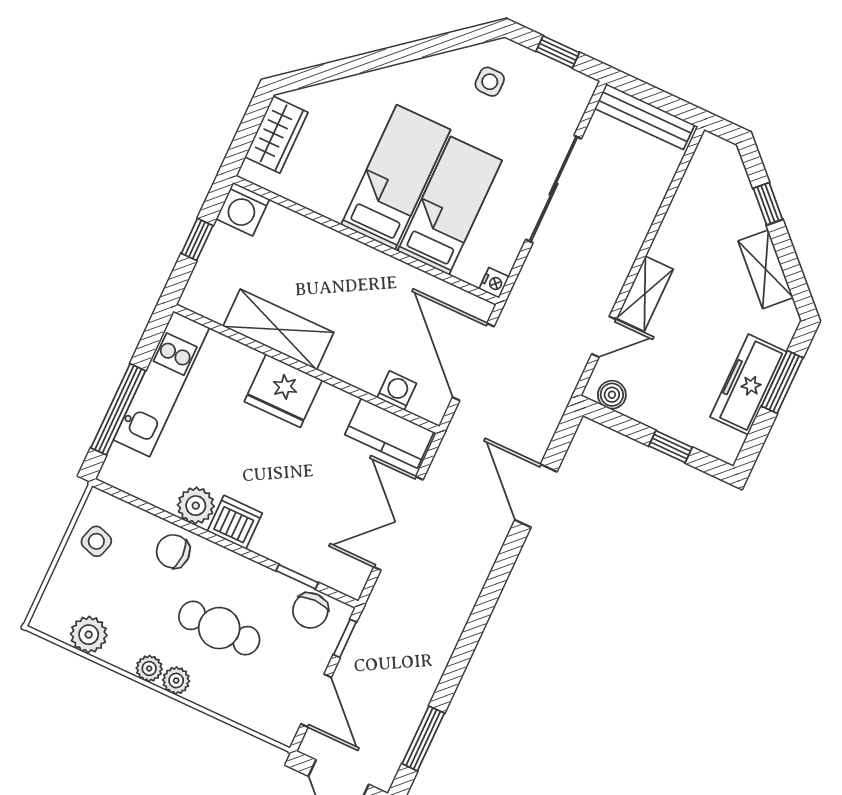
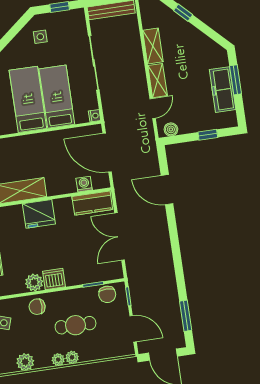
shelving: (766, 269) -> (153, 46), moved, turned 45

